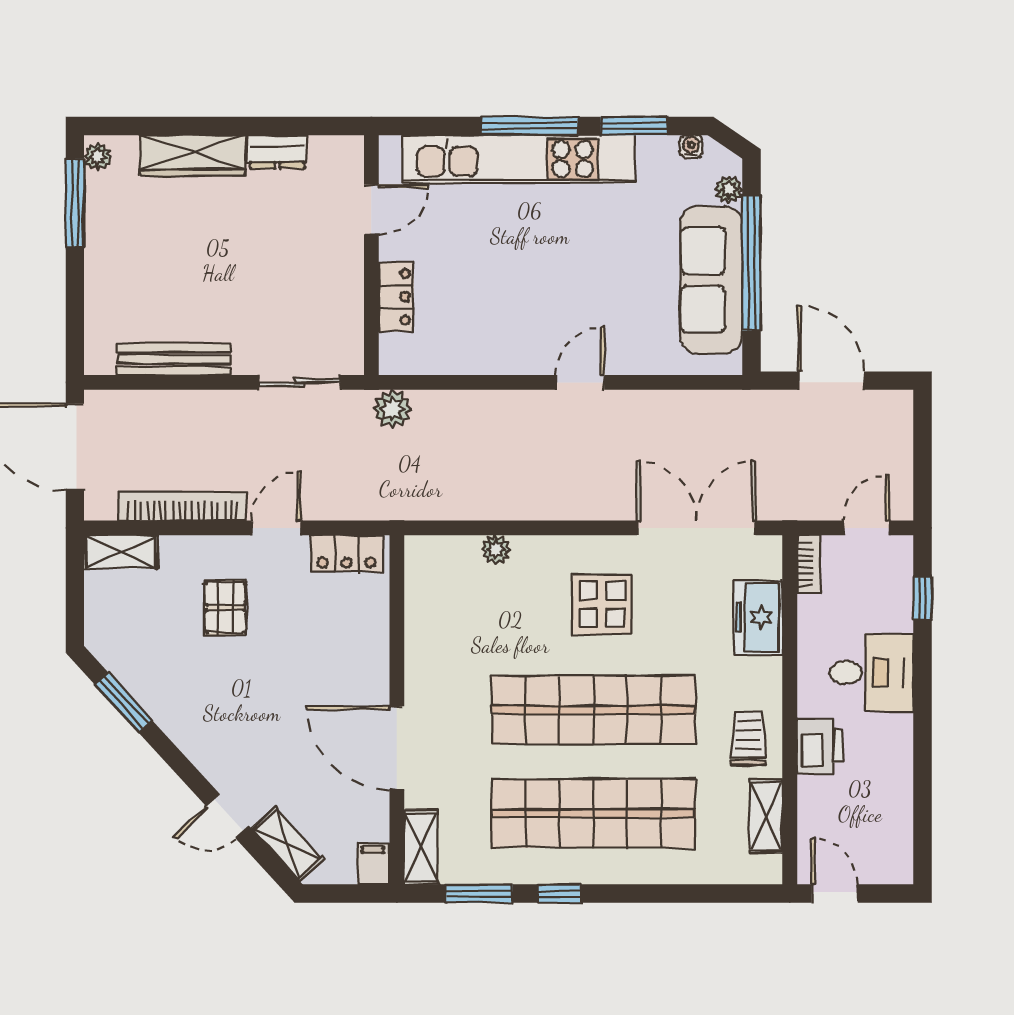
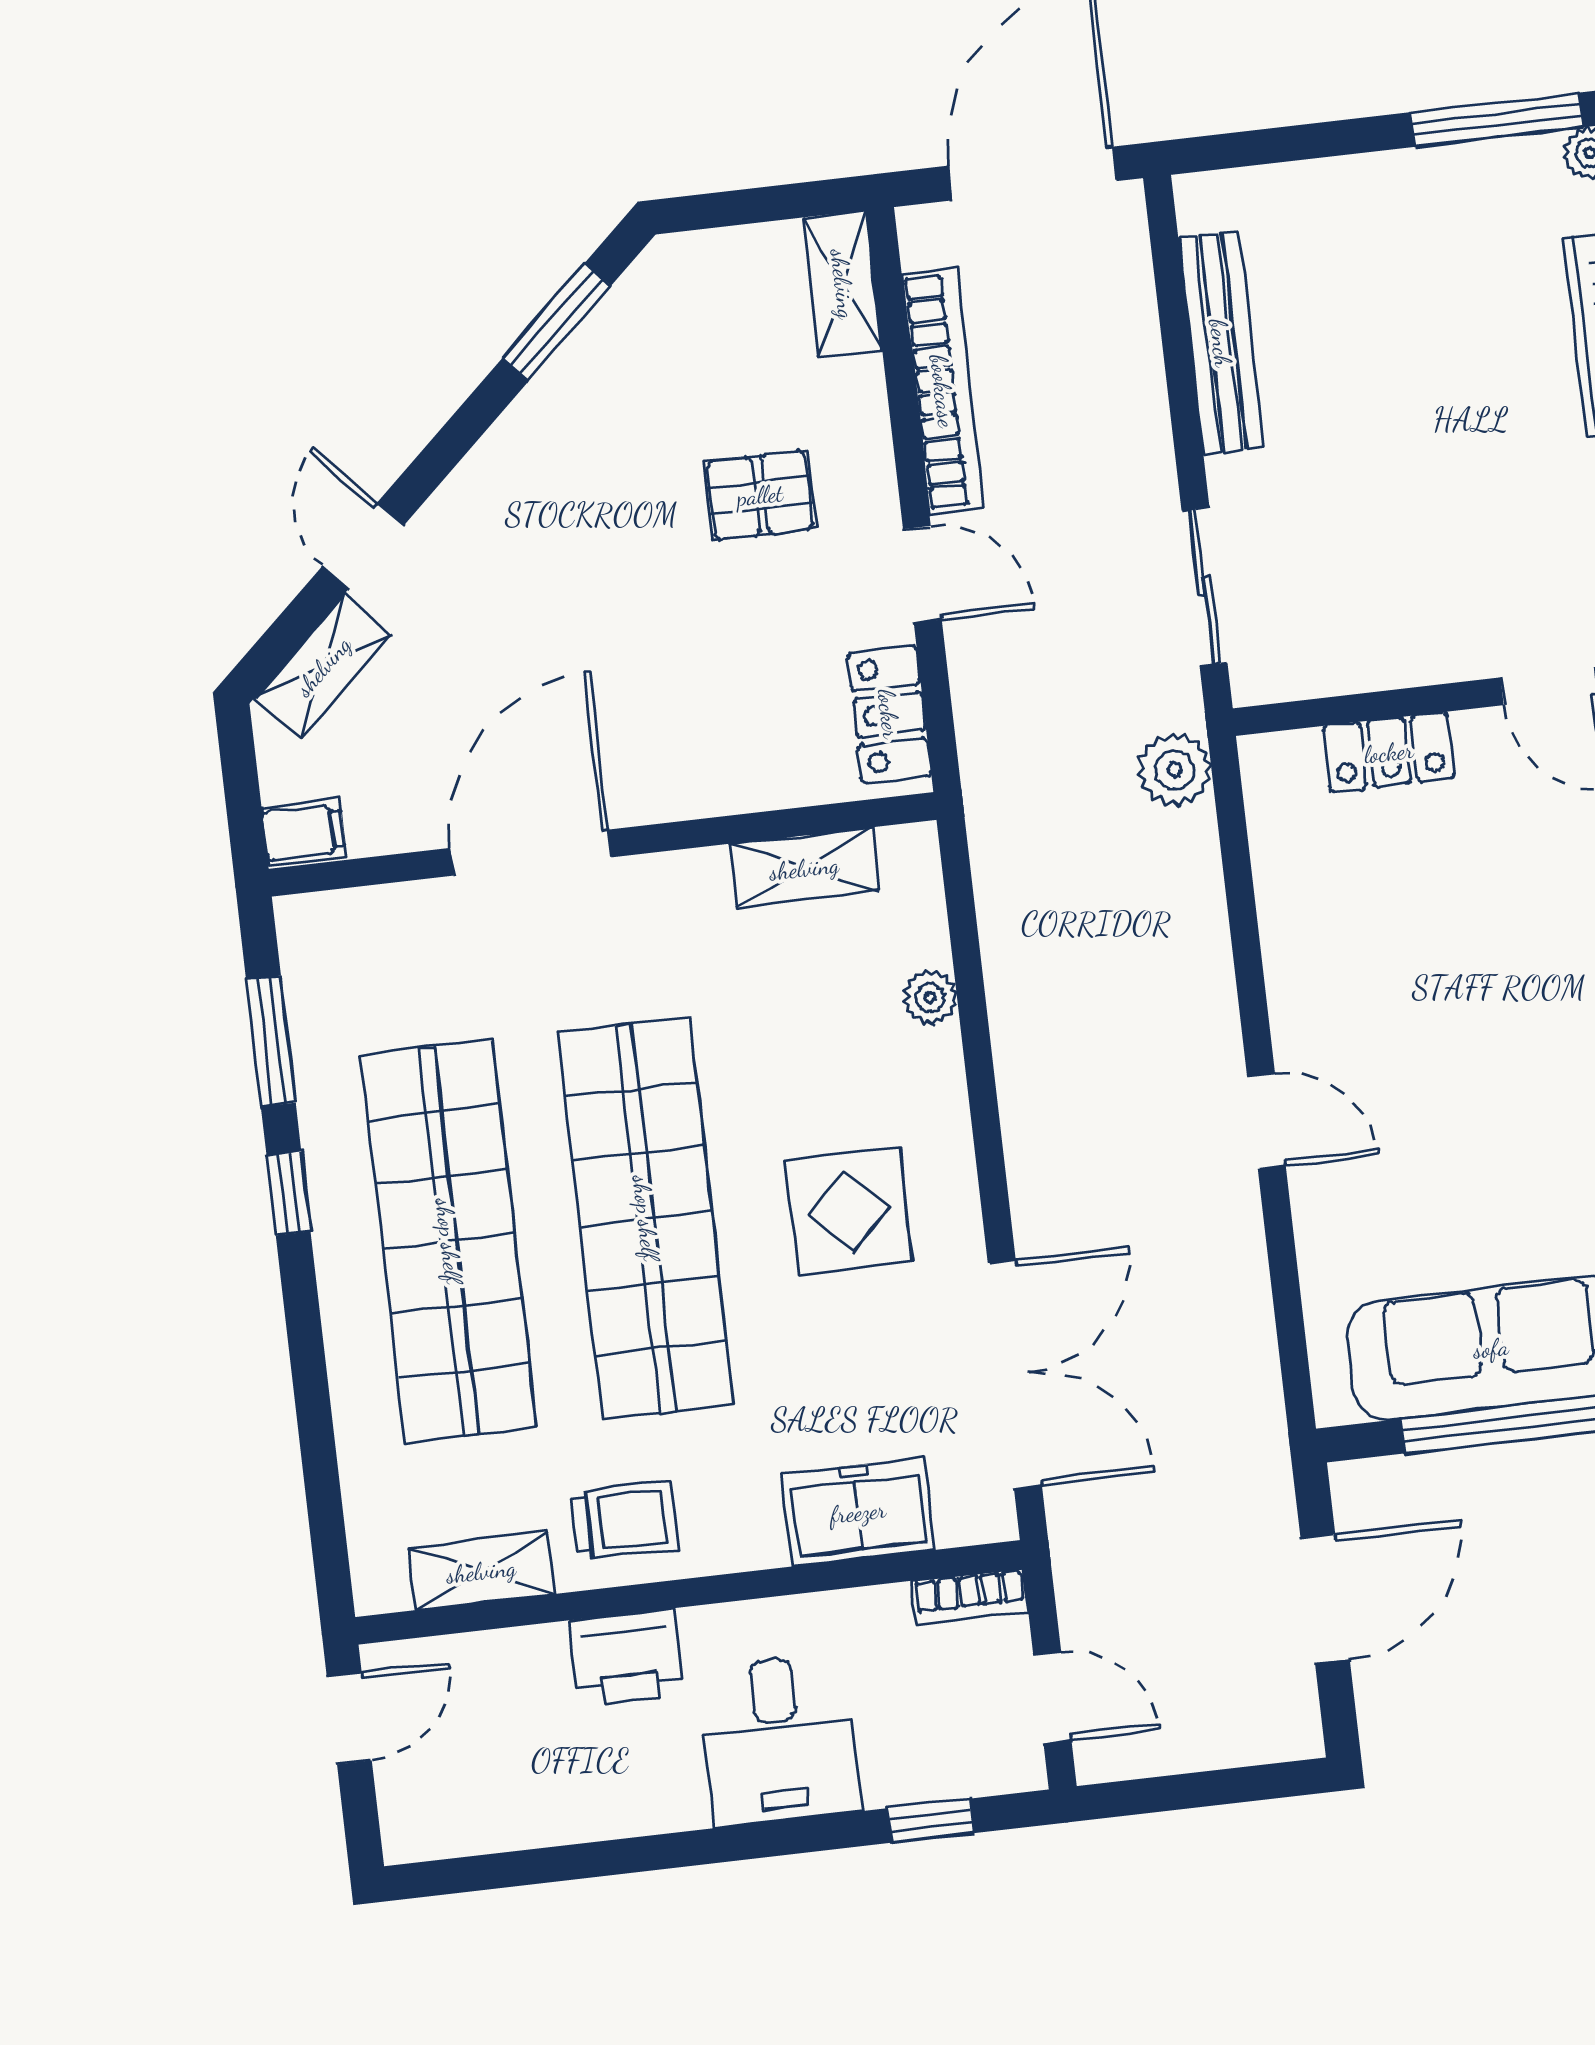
shelving: (421, 847) -> (804, 868), moved

